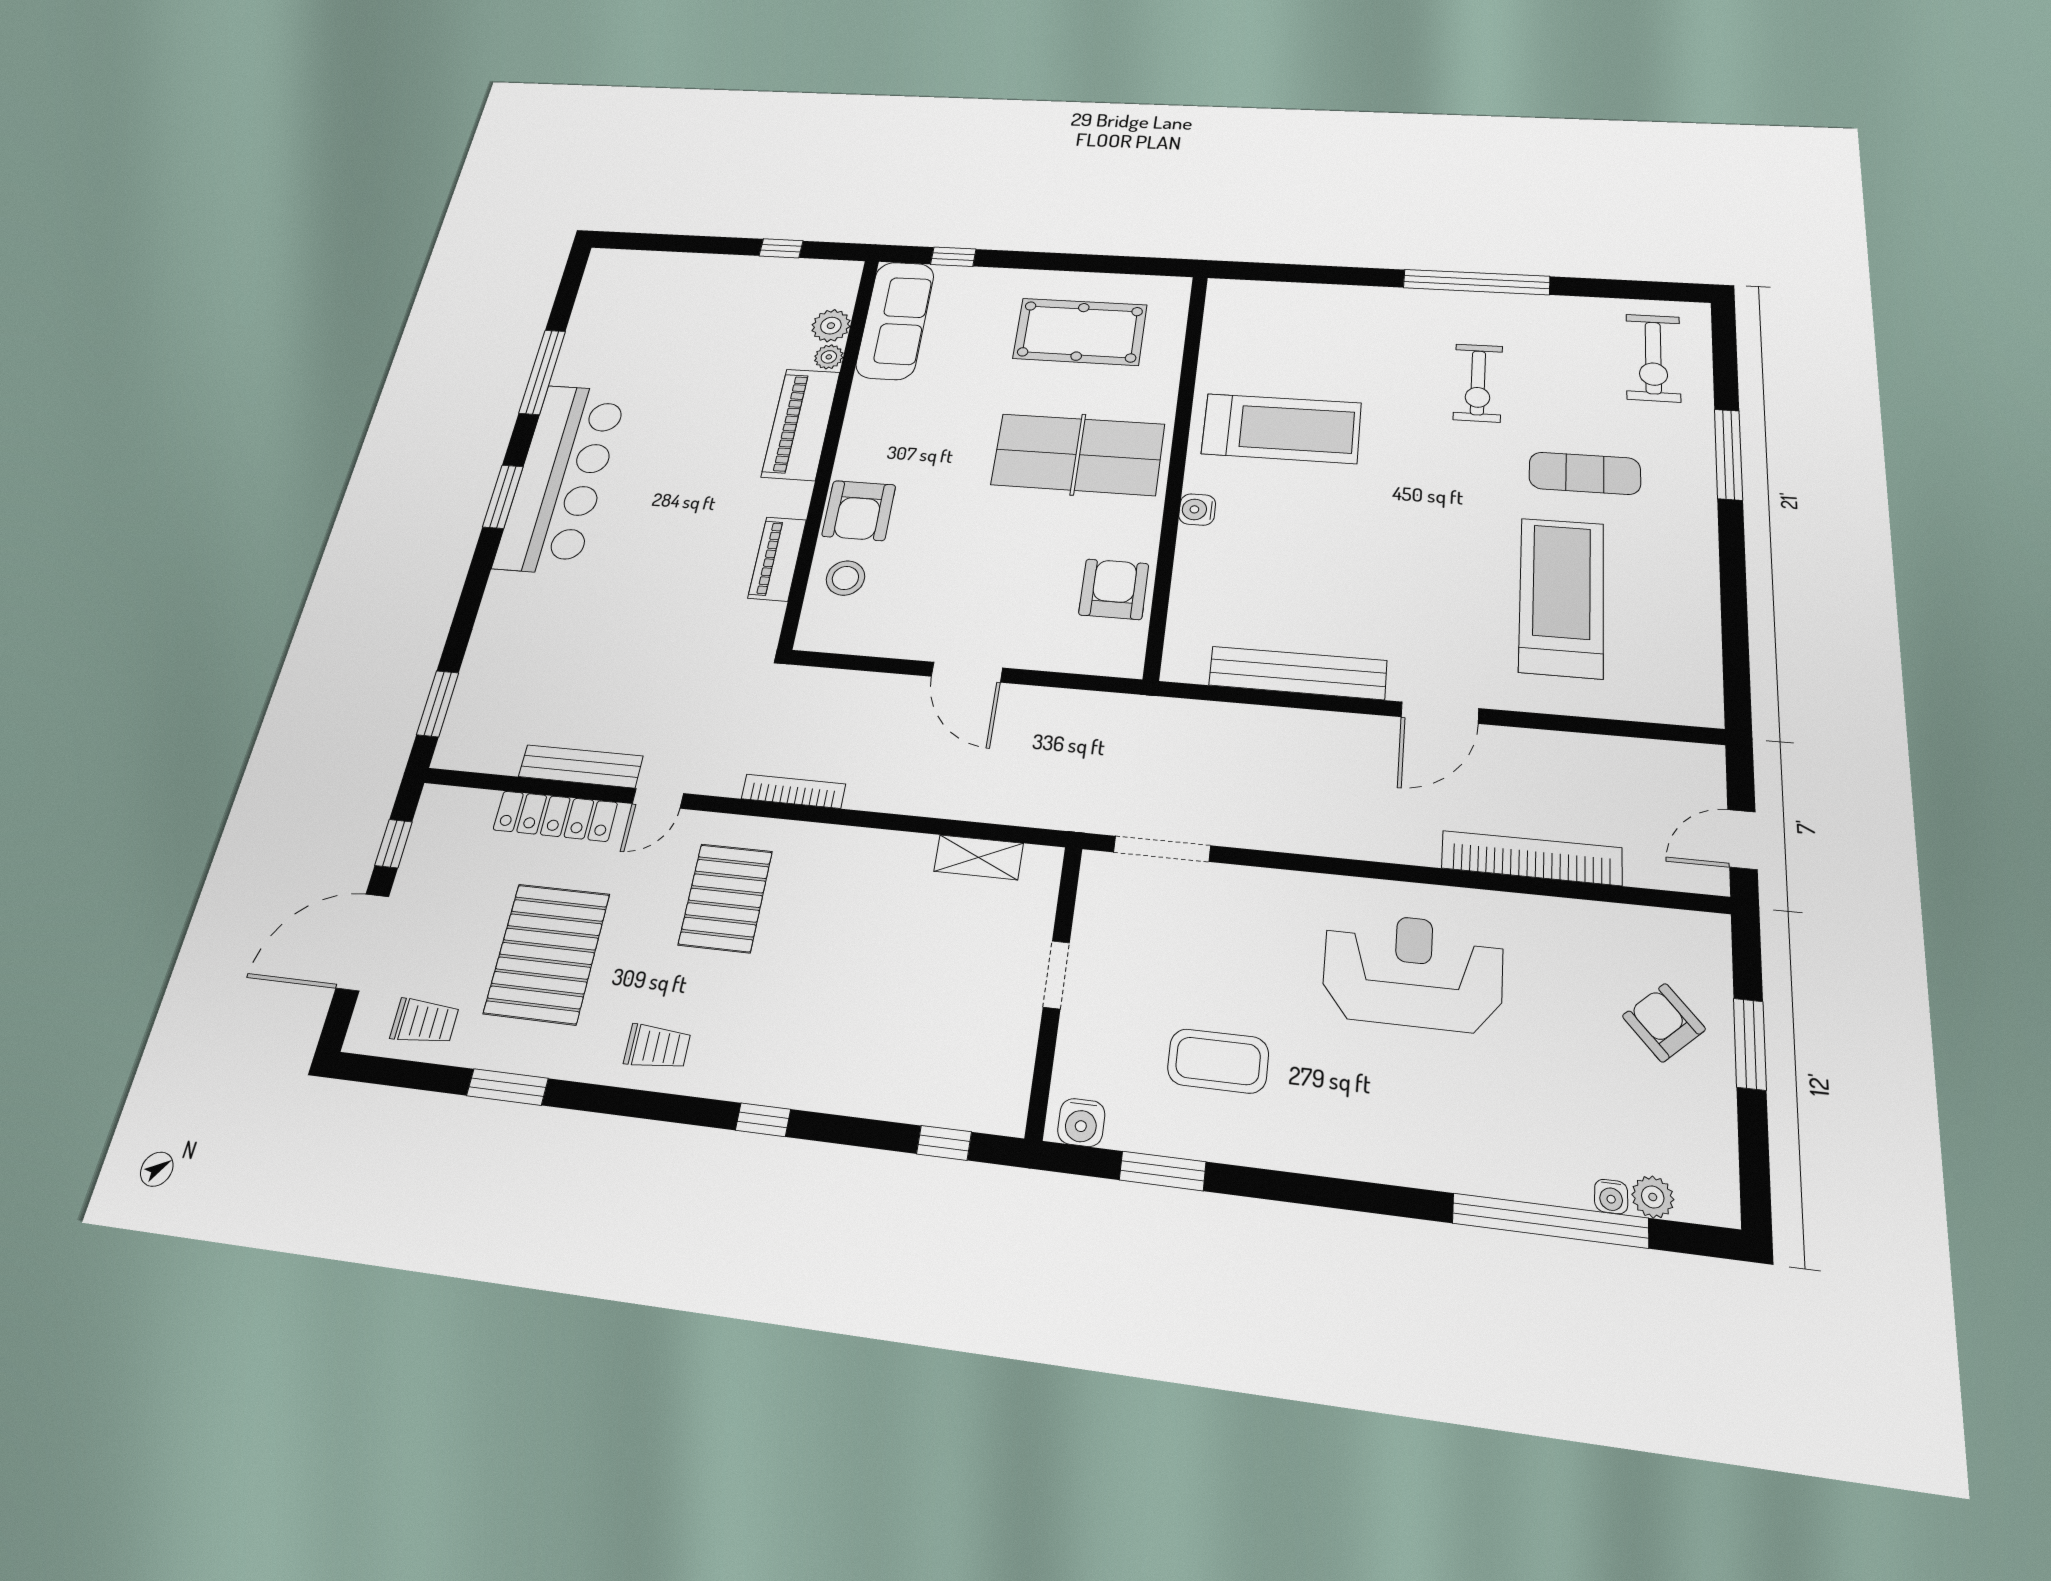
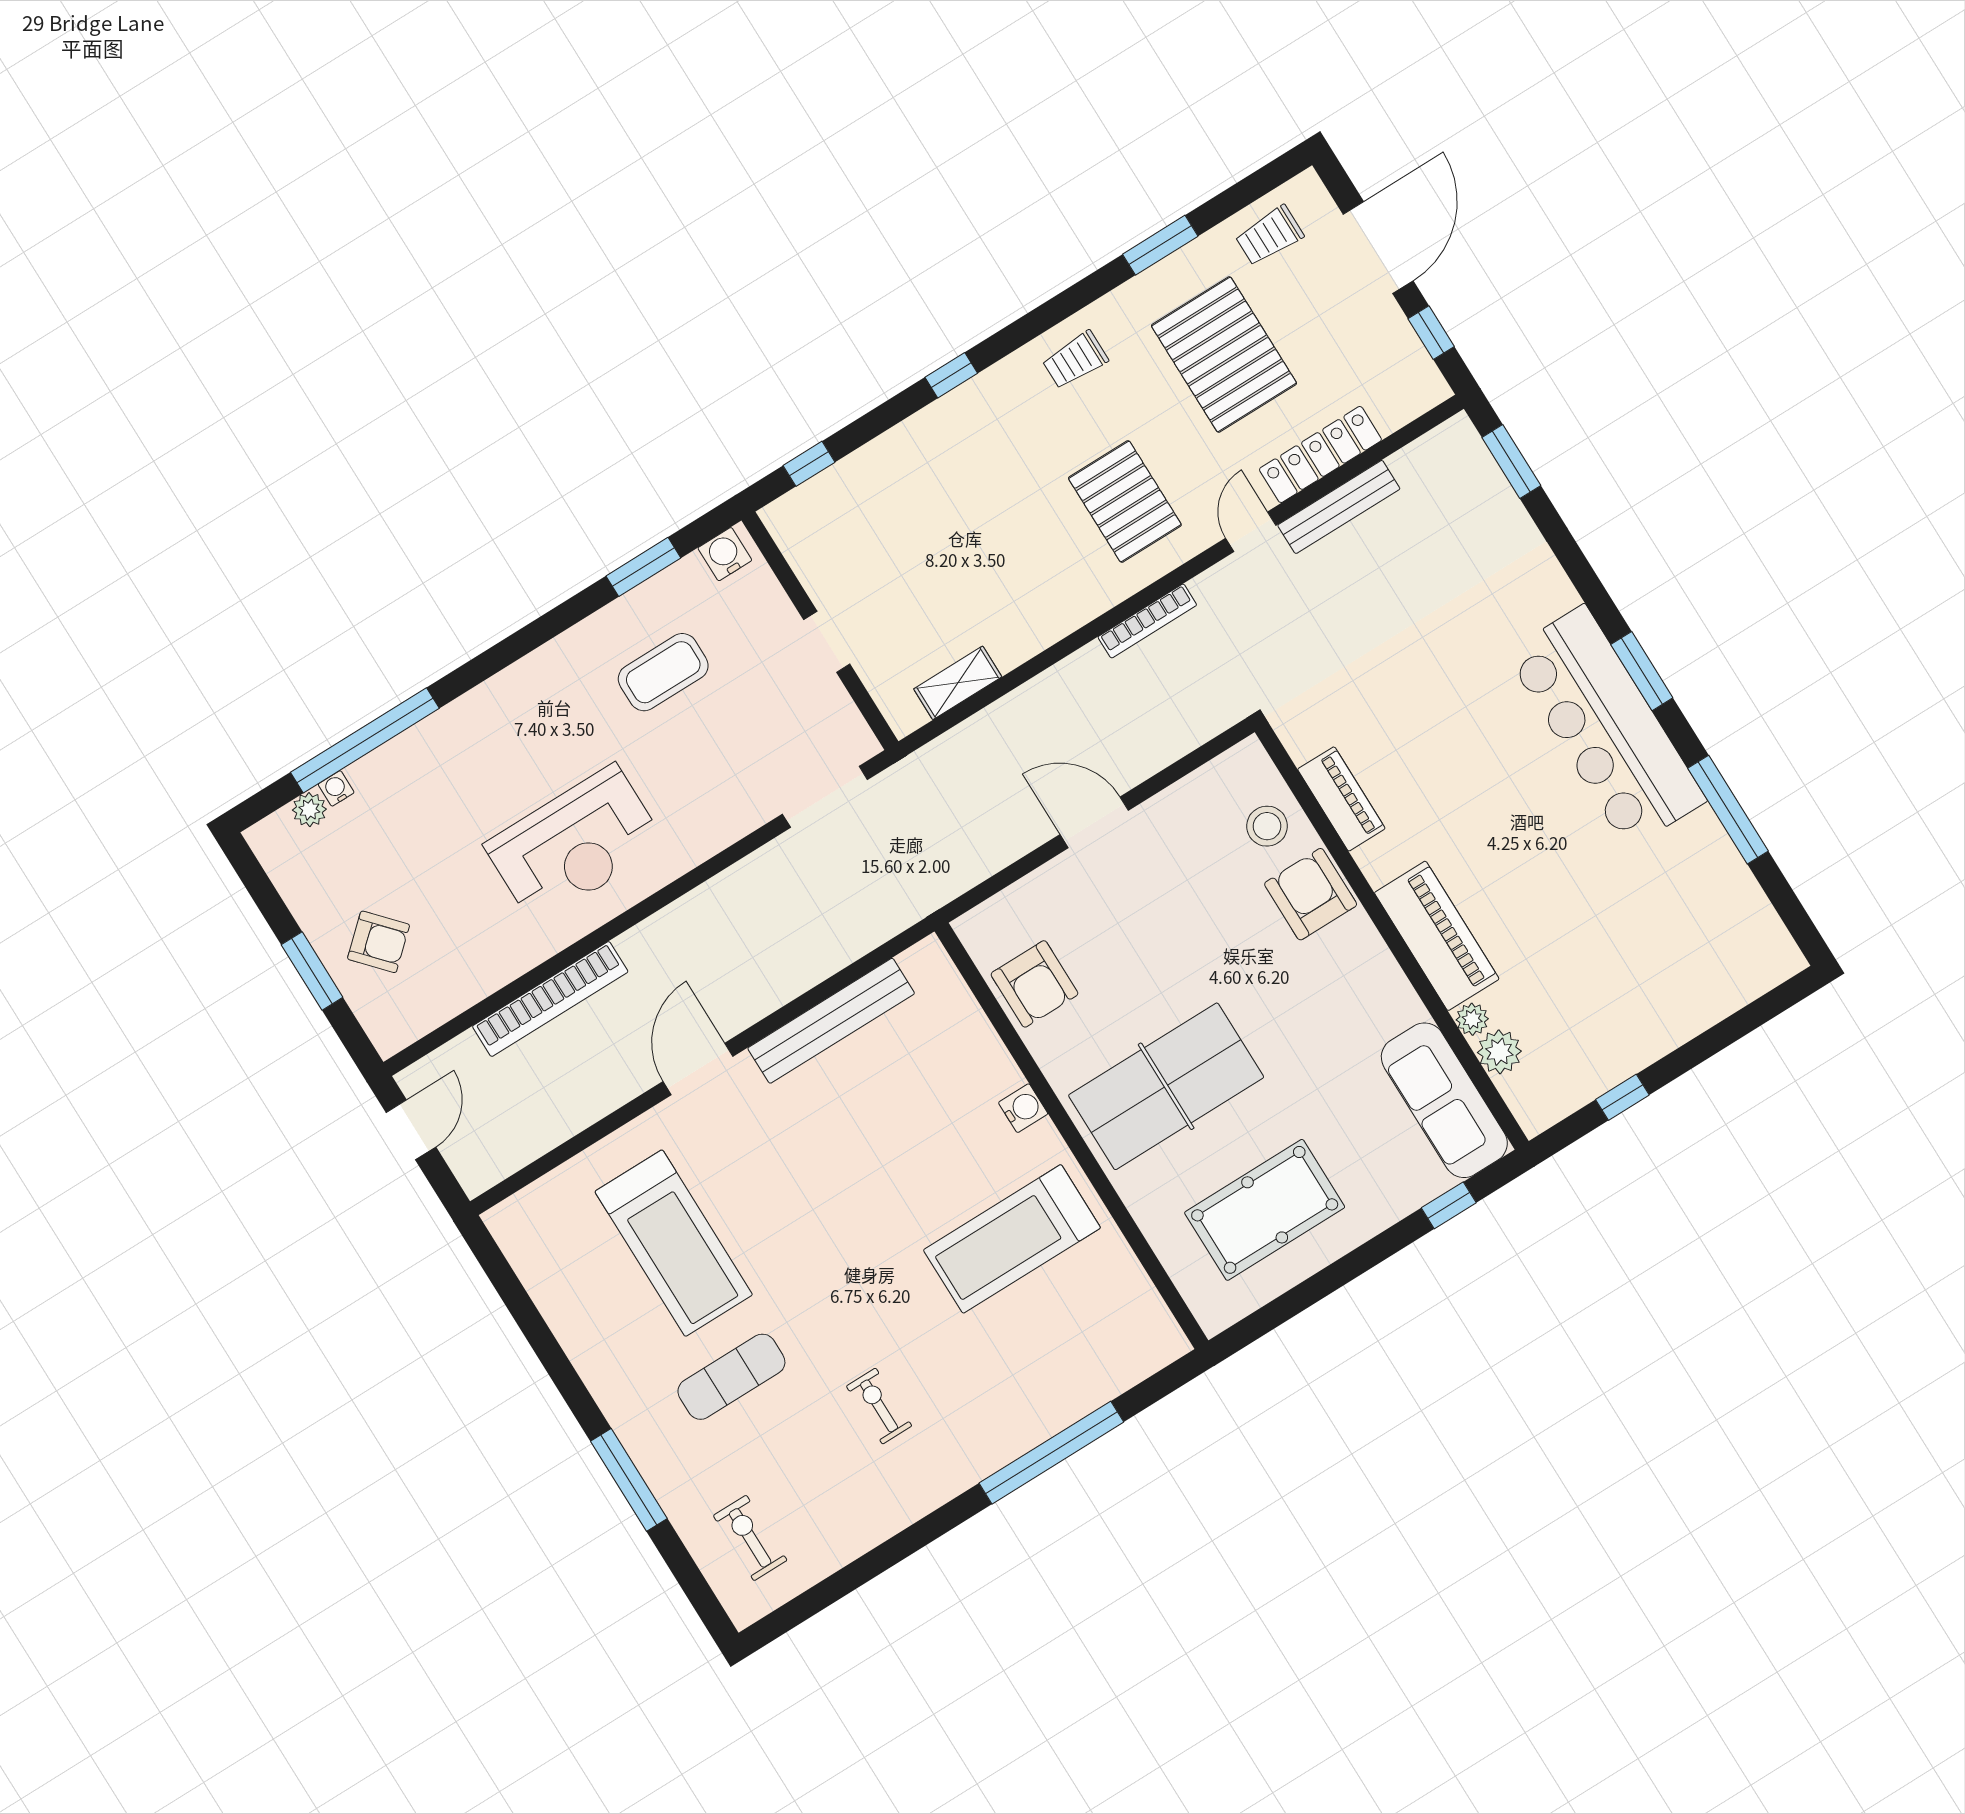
window: (1476, 282) -> (1051, 1453), moved
exercise bike: (1653, 358) -> (750, 1538), width x0.73, depth x0.72
exercise bike: (1478, 383) -> (879, 1406), width x0.73, depth x0.72

